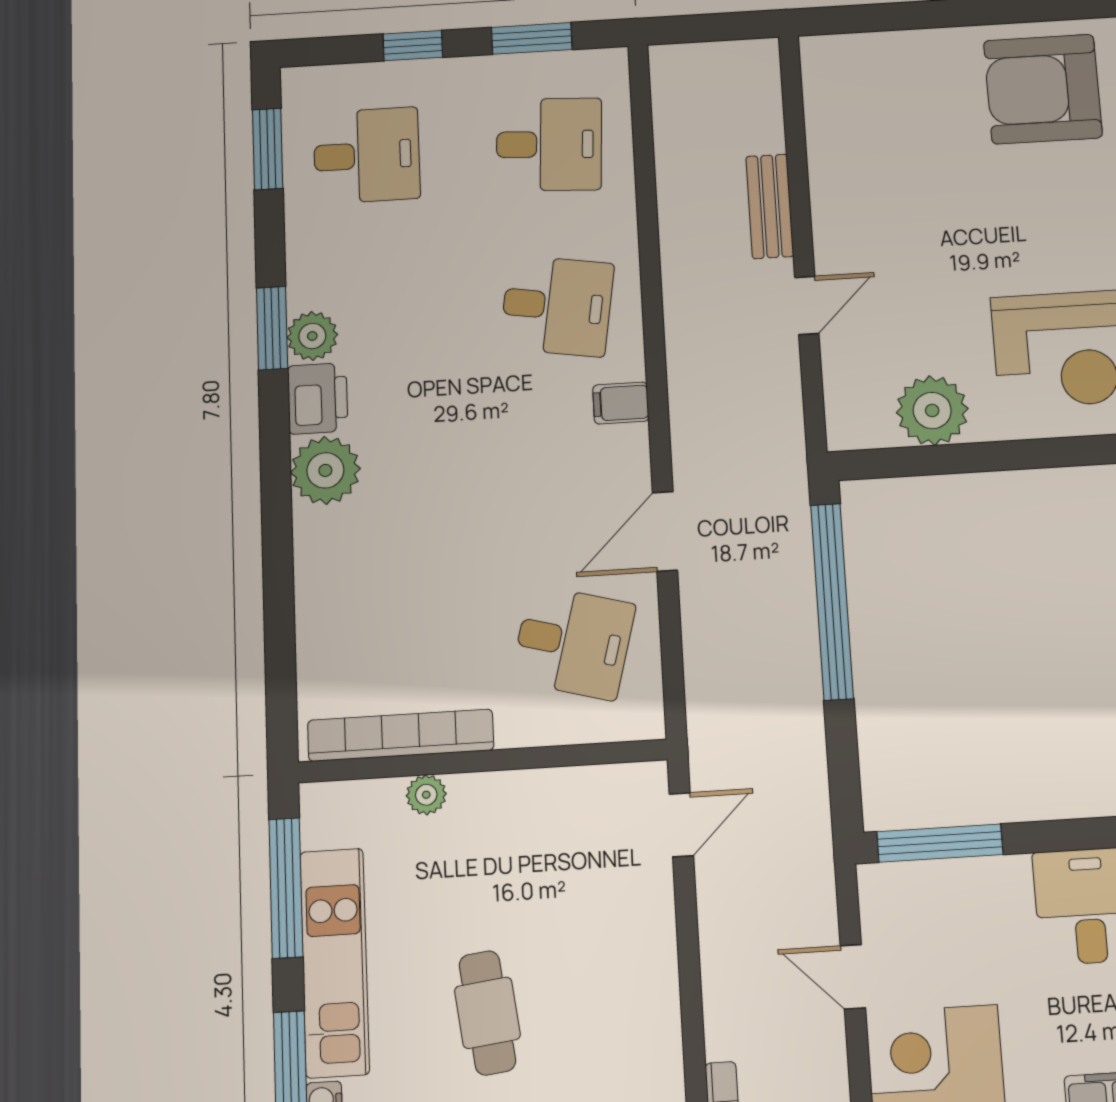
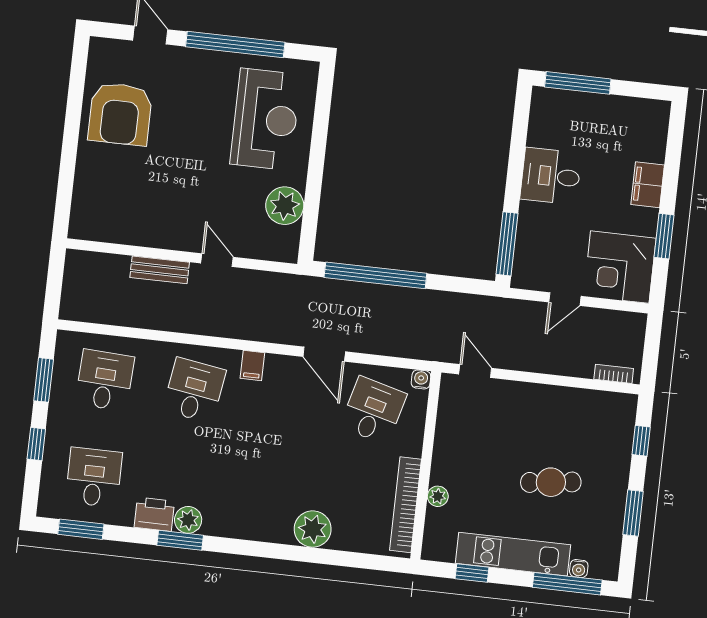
printer: (318, 398) -> (154, 514), moved
plant: (325, 470) -> (313, 529), moved
water cooler: (648, 723) -> (421, 379), added
window: (286, 888) -> (472, 573), width x0.46

